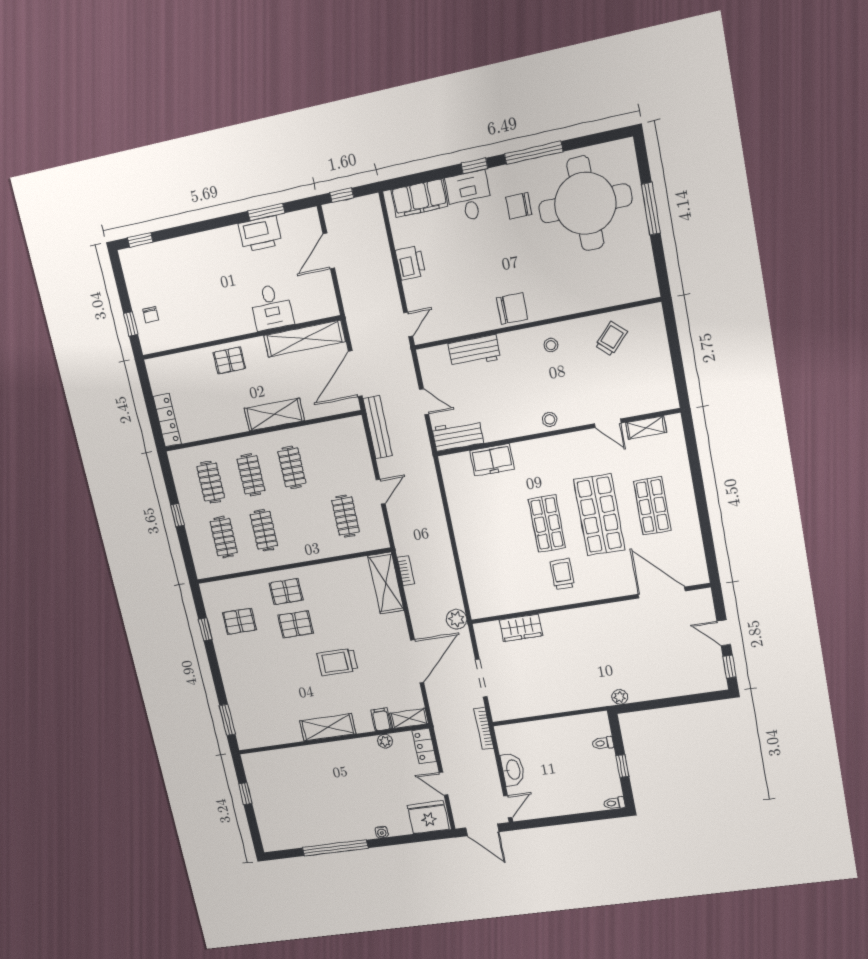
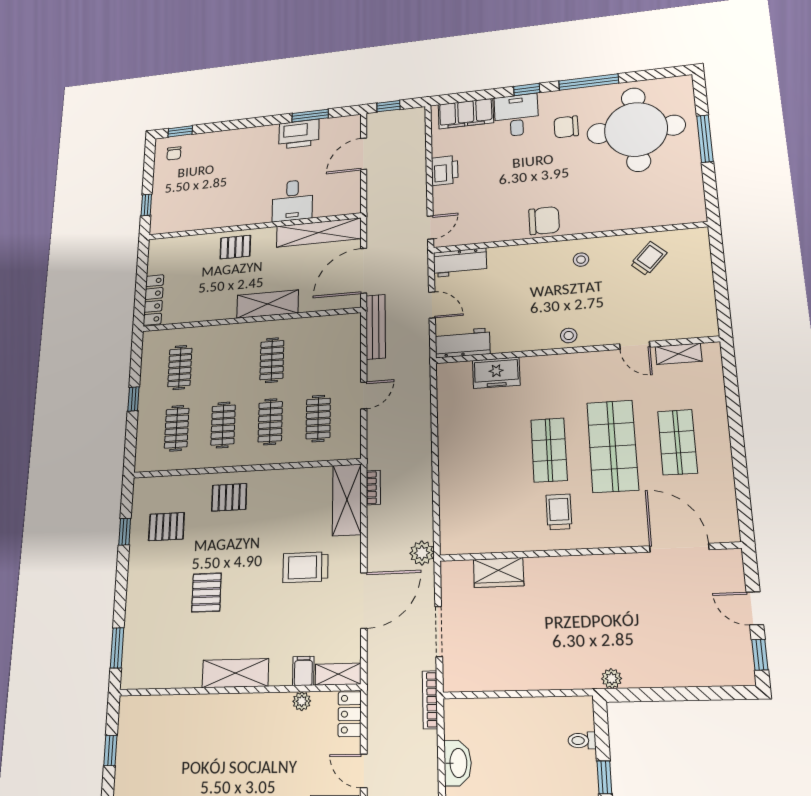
chair: (151, 315) -> (174, 153), moved
workbench: (474, 351) -> (460, 263), moved
clothes rail: (251, 475) -> (270, 422), moved
pallet: (296, 624) -> (206, 593), moved, turned 90
trolley: (337, 662) -> (305, 567), moved

